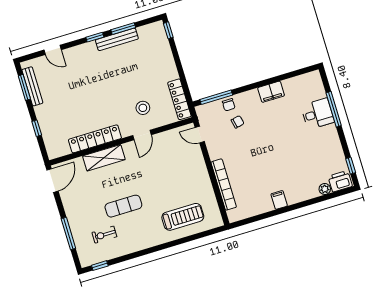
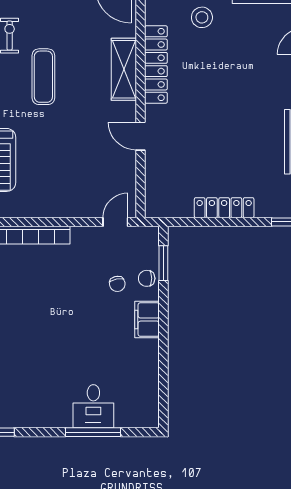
filing cabinet: (271, 92) -> (147, 320), moved
window: (216, 97) -> (163, 263), width x0.69
locker: (179, 99) -> (224, 208), moved
stool: (143, 108) -> (202, 17), moved

